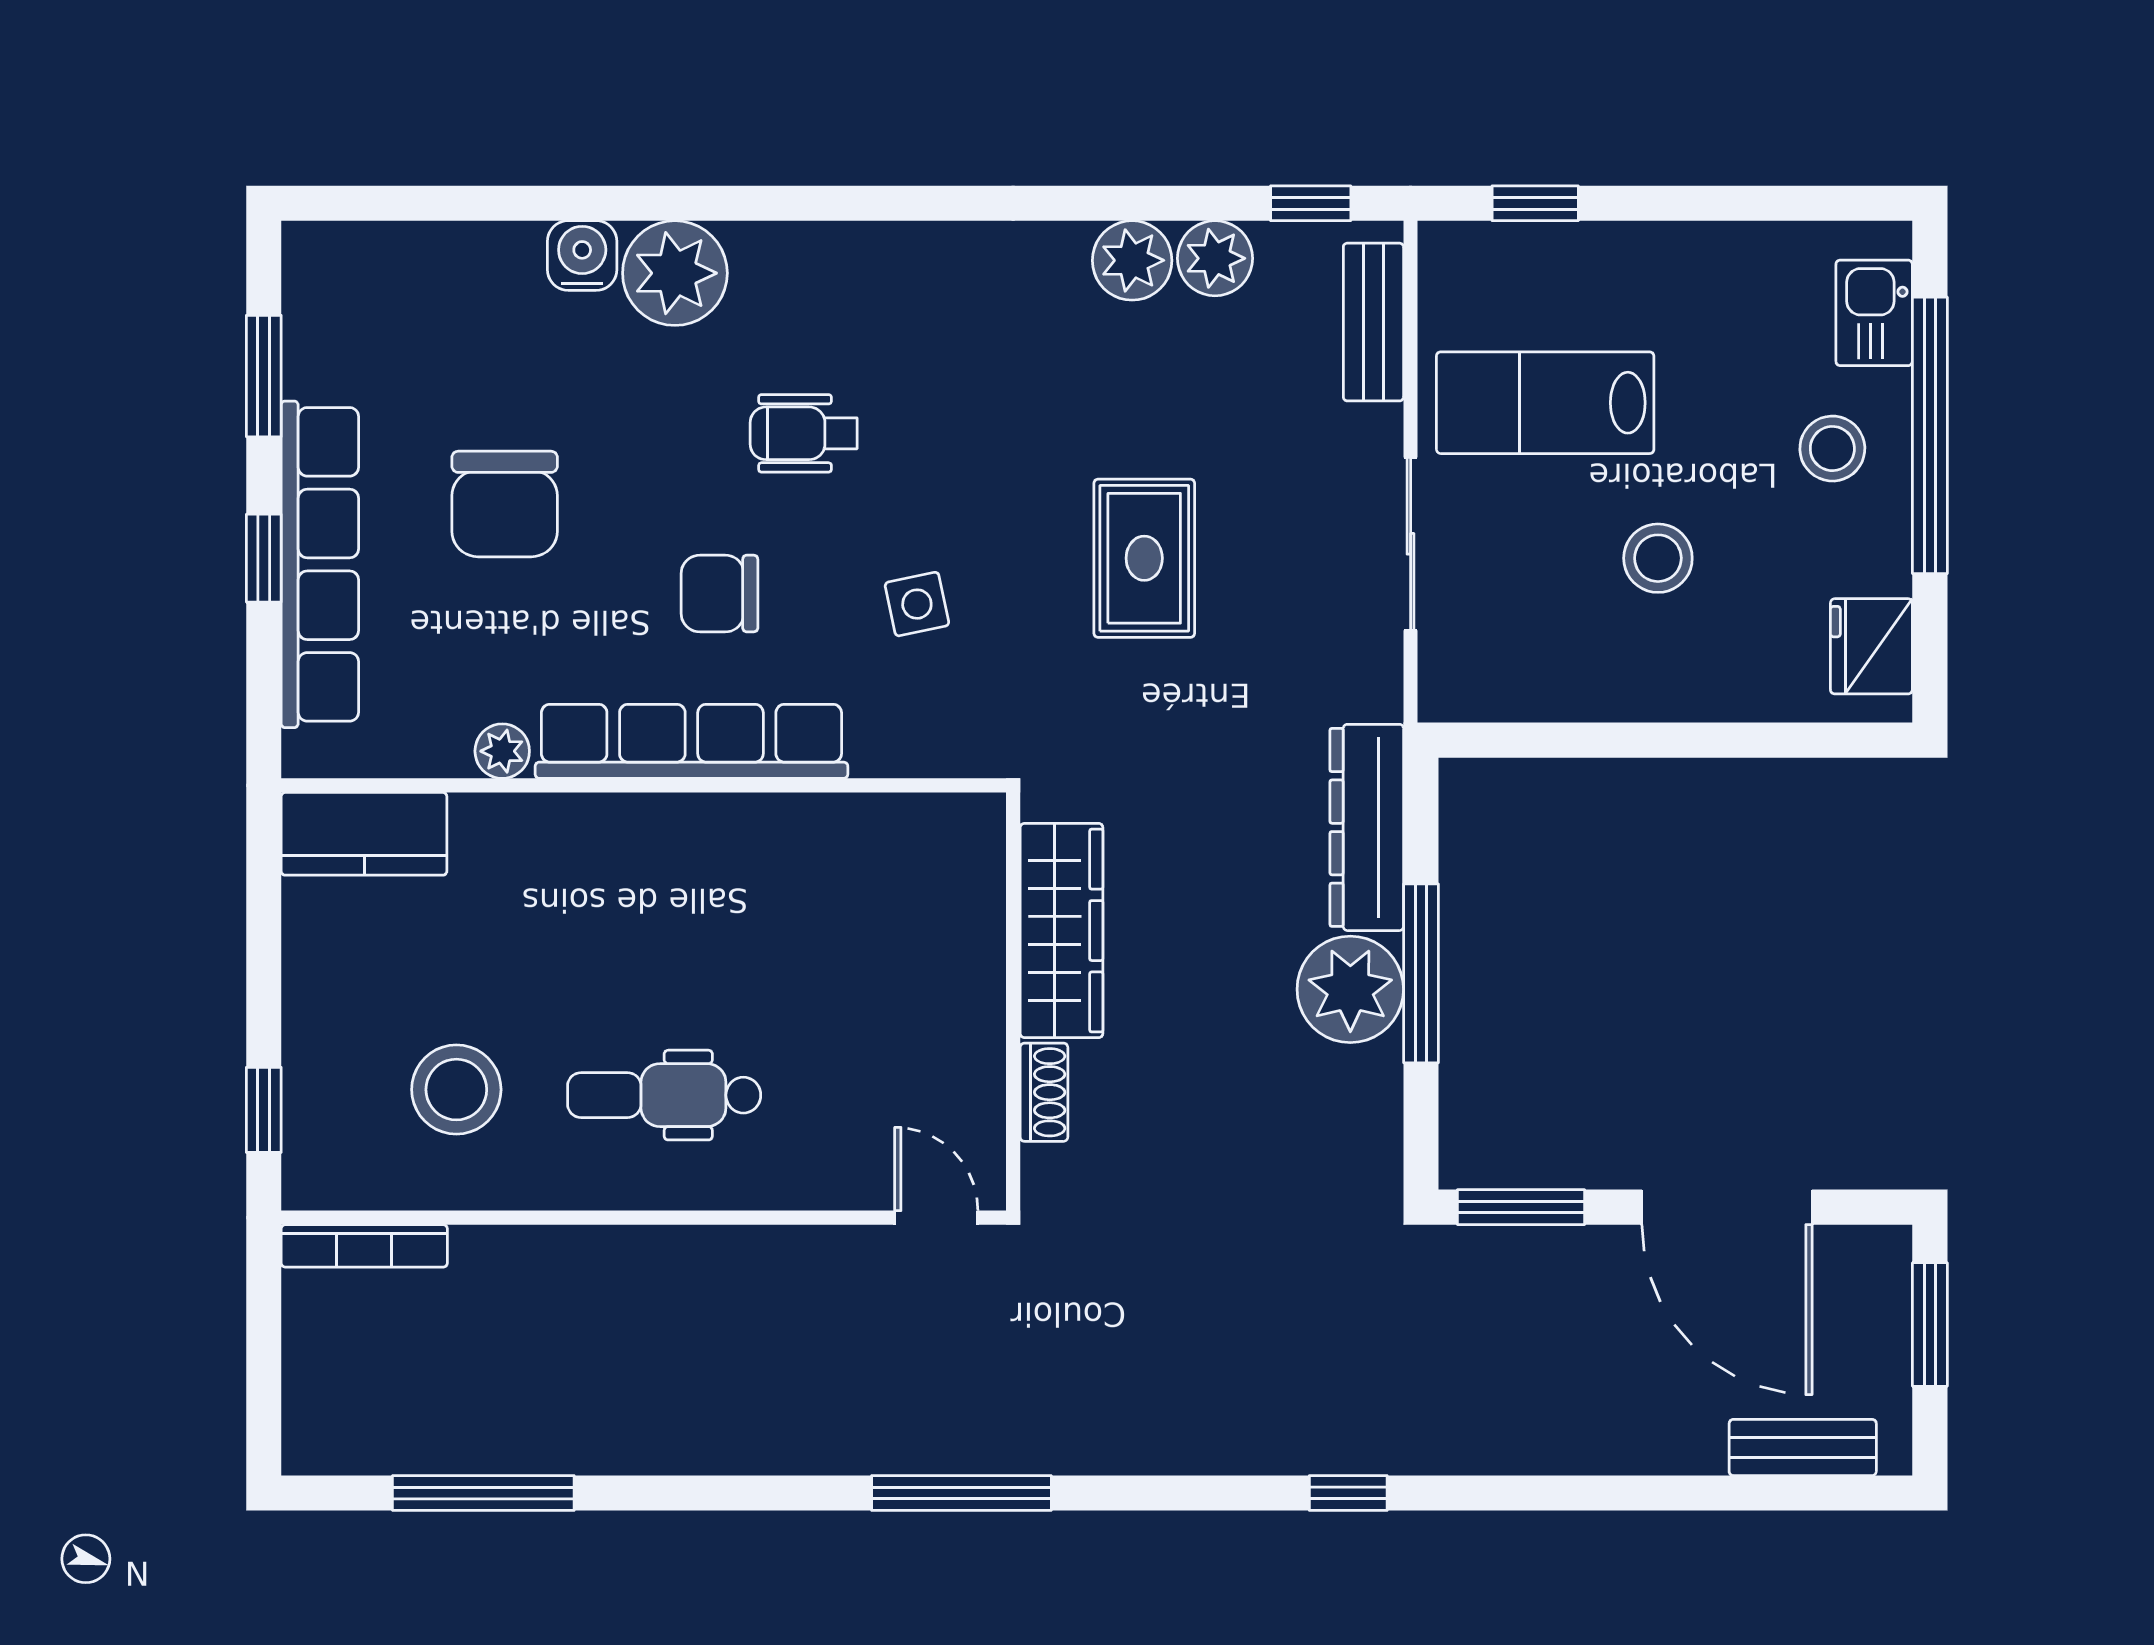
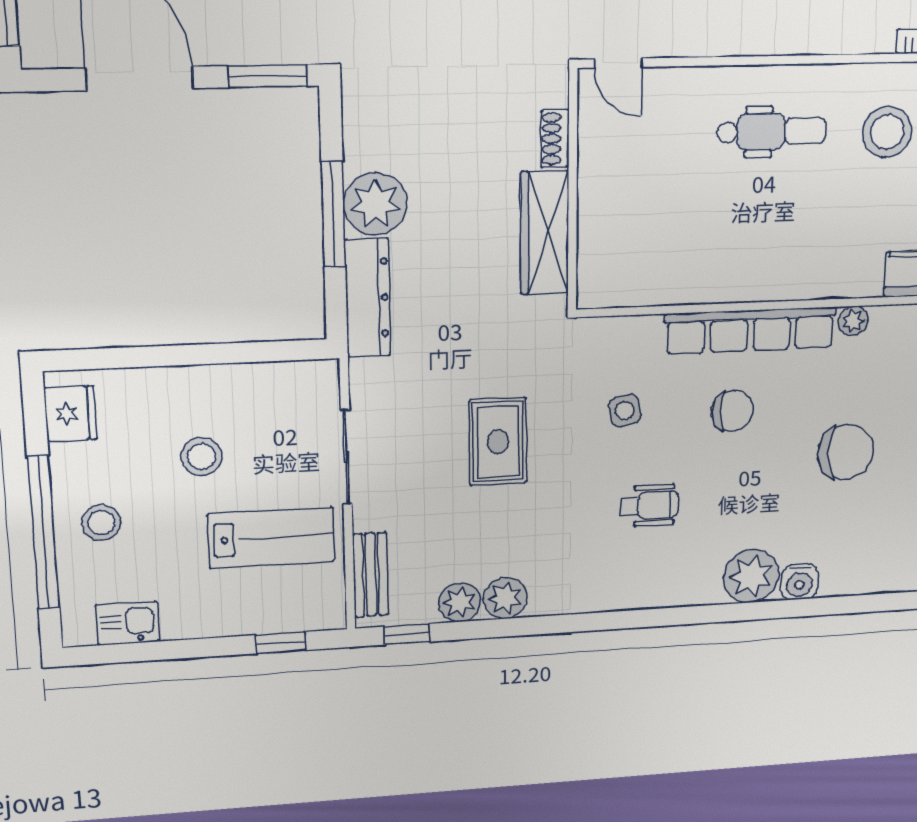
kitchen sink: (1874, 313) -> (128, 623), moved, turned -90
wheelchair: (804, 433) -> (650, 505), moved
chair: (505, 504) -> (846, 452), turned 90

